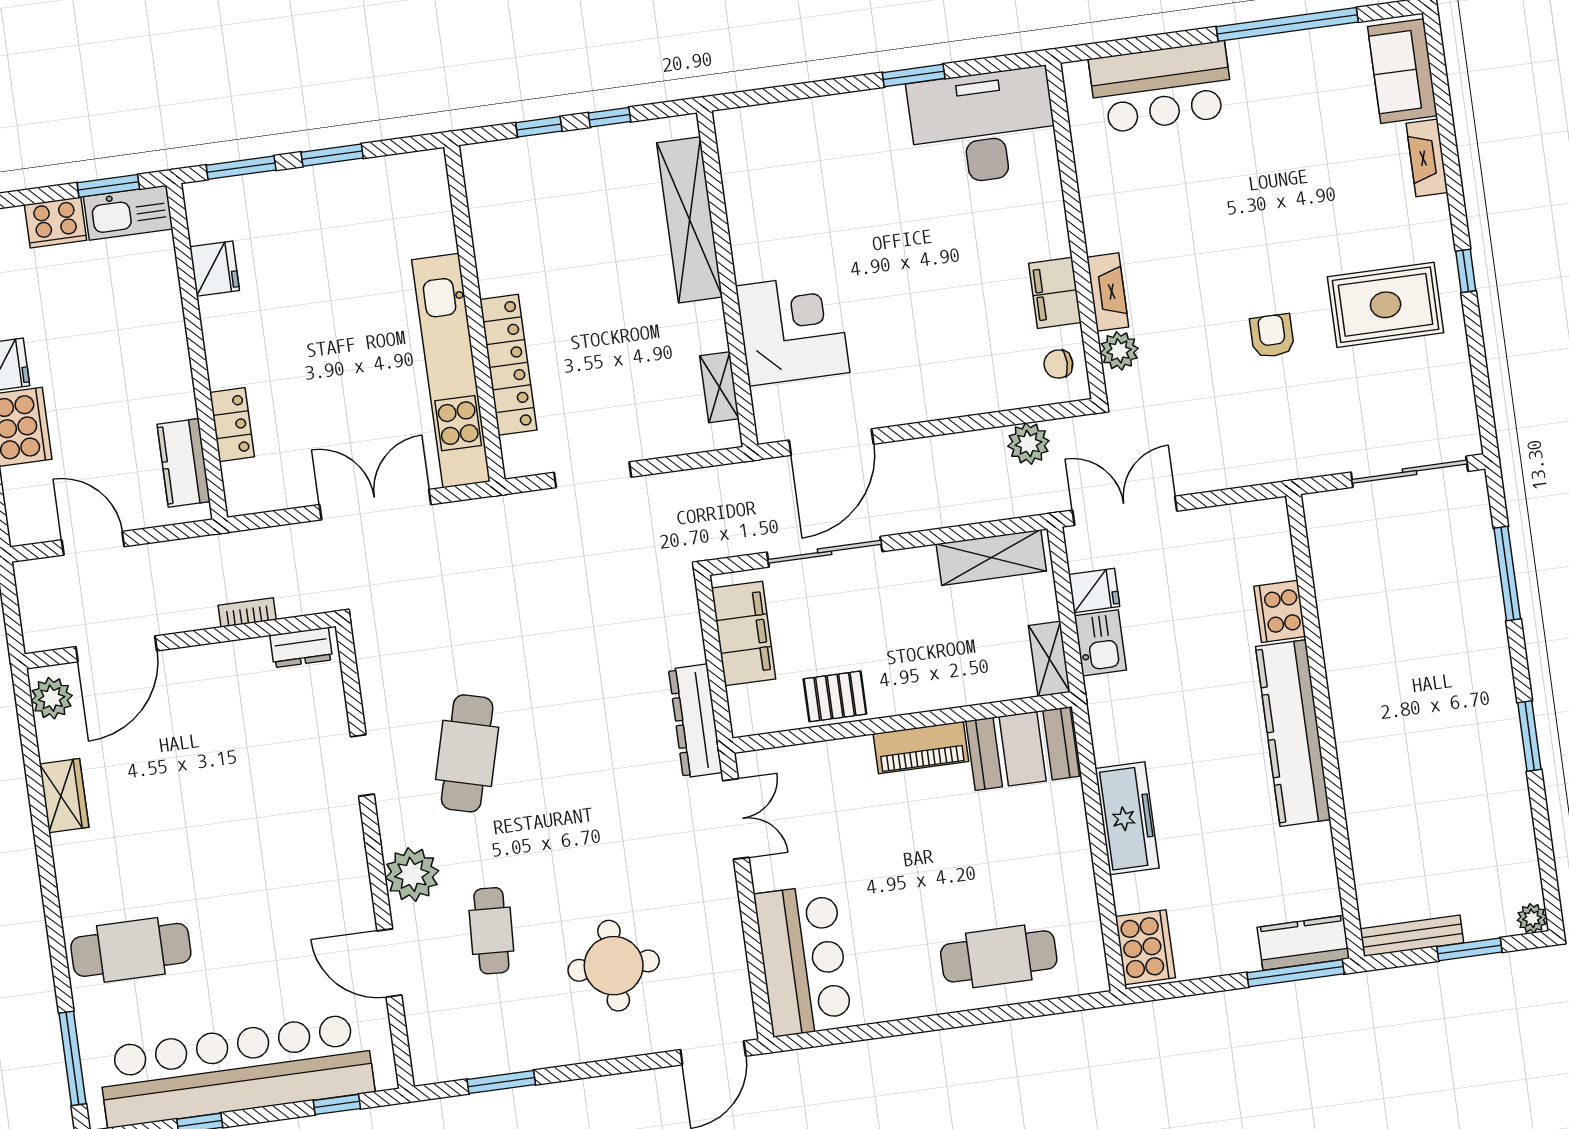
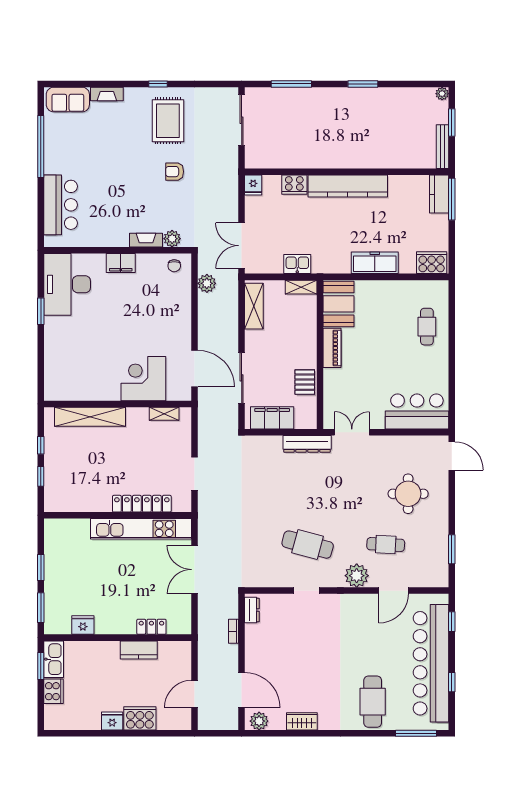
filing cabinet: (1055, 293) -> (121, 263), moved
kitchen counter: (184, 463) -> (139, 650), moved
fridge: (1094, 590) -> (253, 185), moved, turned 180
cafe table: (999, 956) -> (427, 327), width x0.73, depth x0.74

